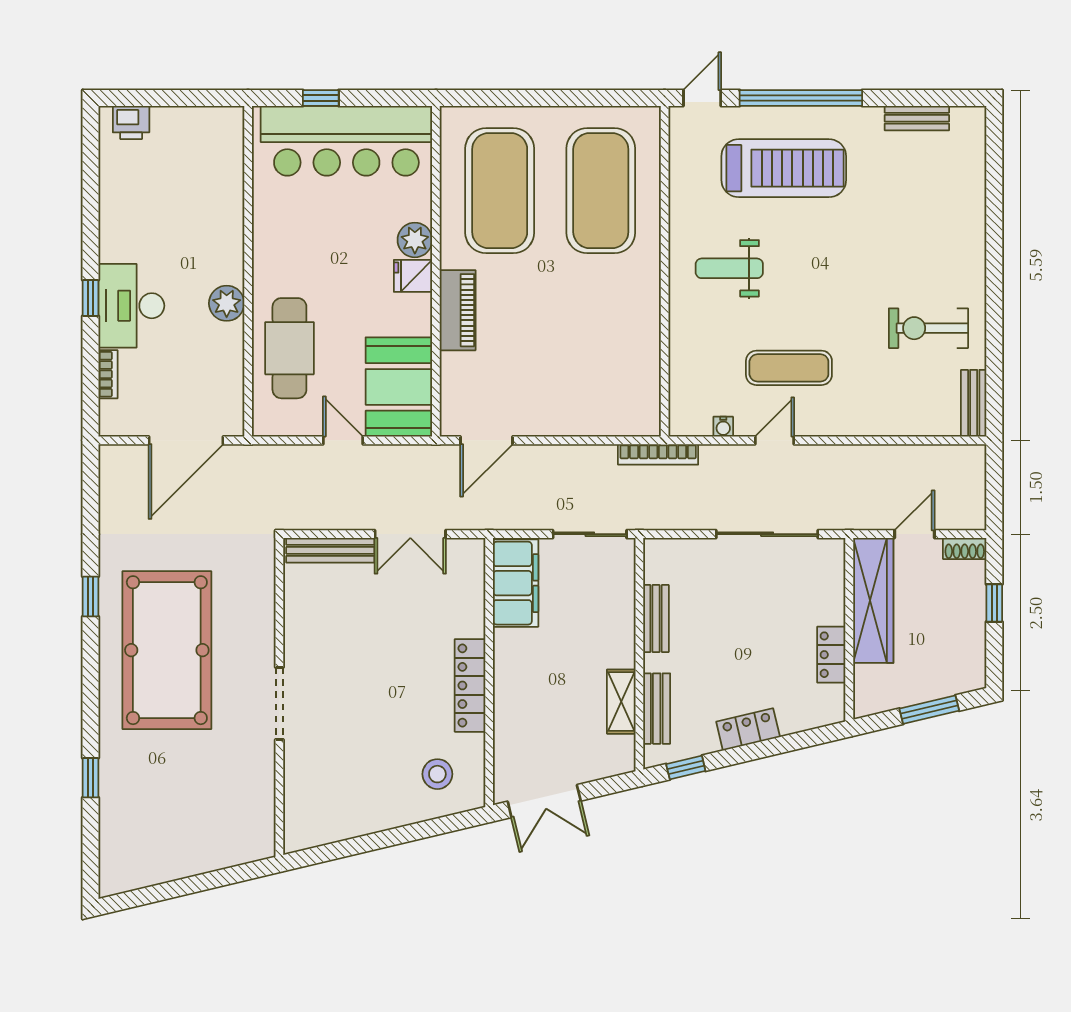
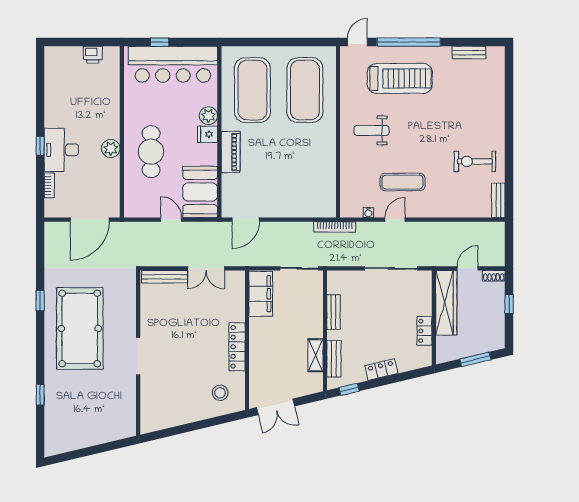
printer: (131, 122) -> (93, 55), moved
cafe table: (289, 348) -> (151, 152), moved

